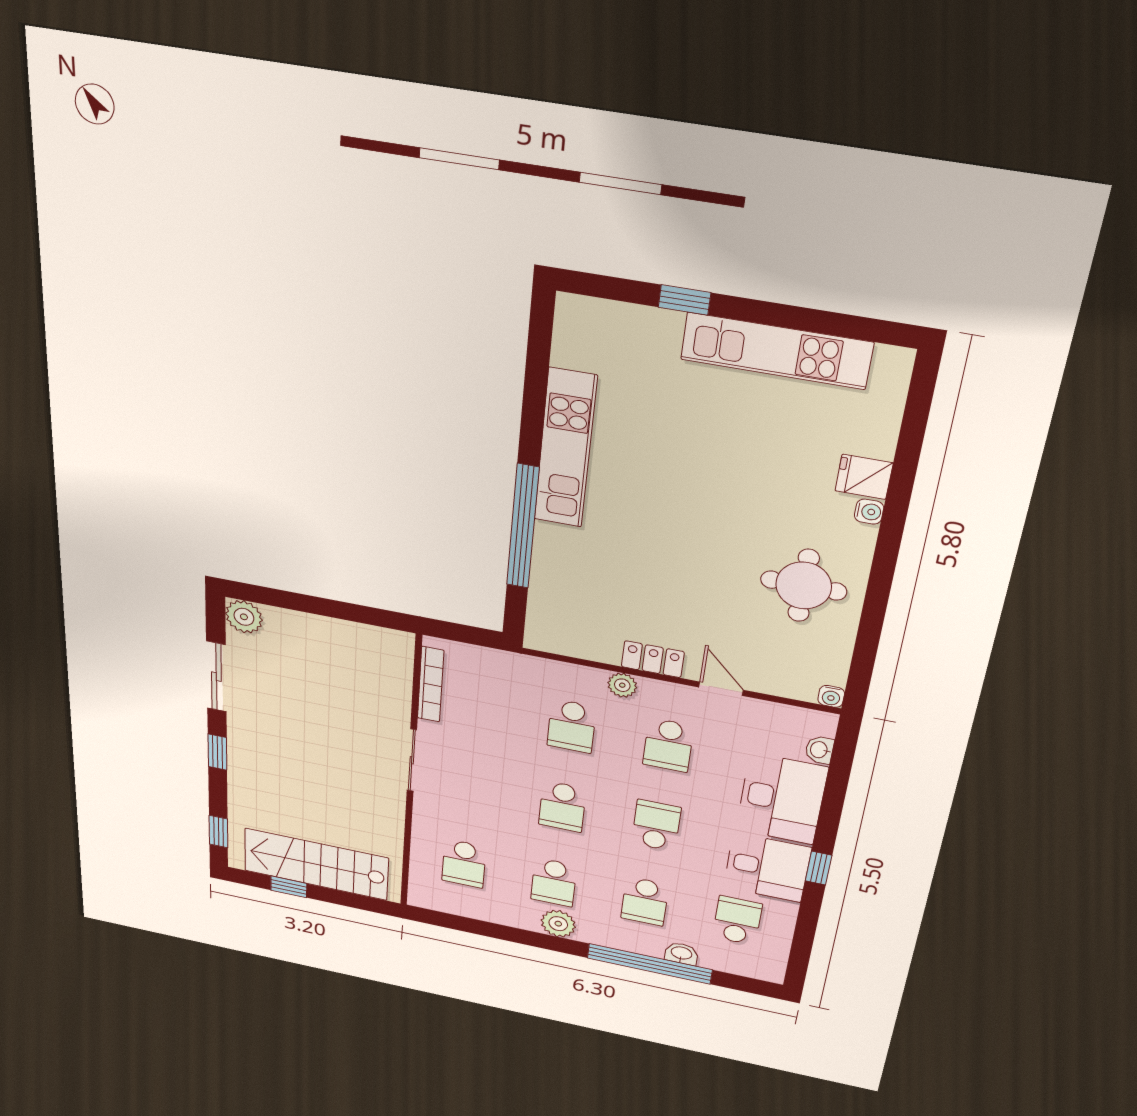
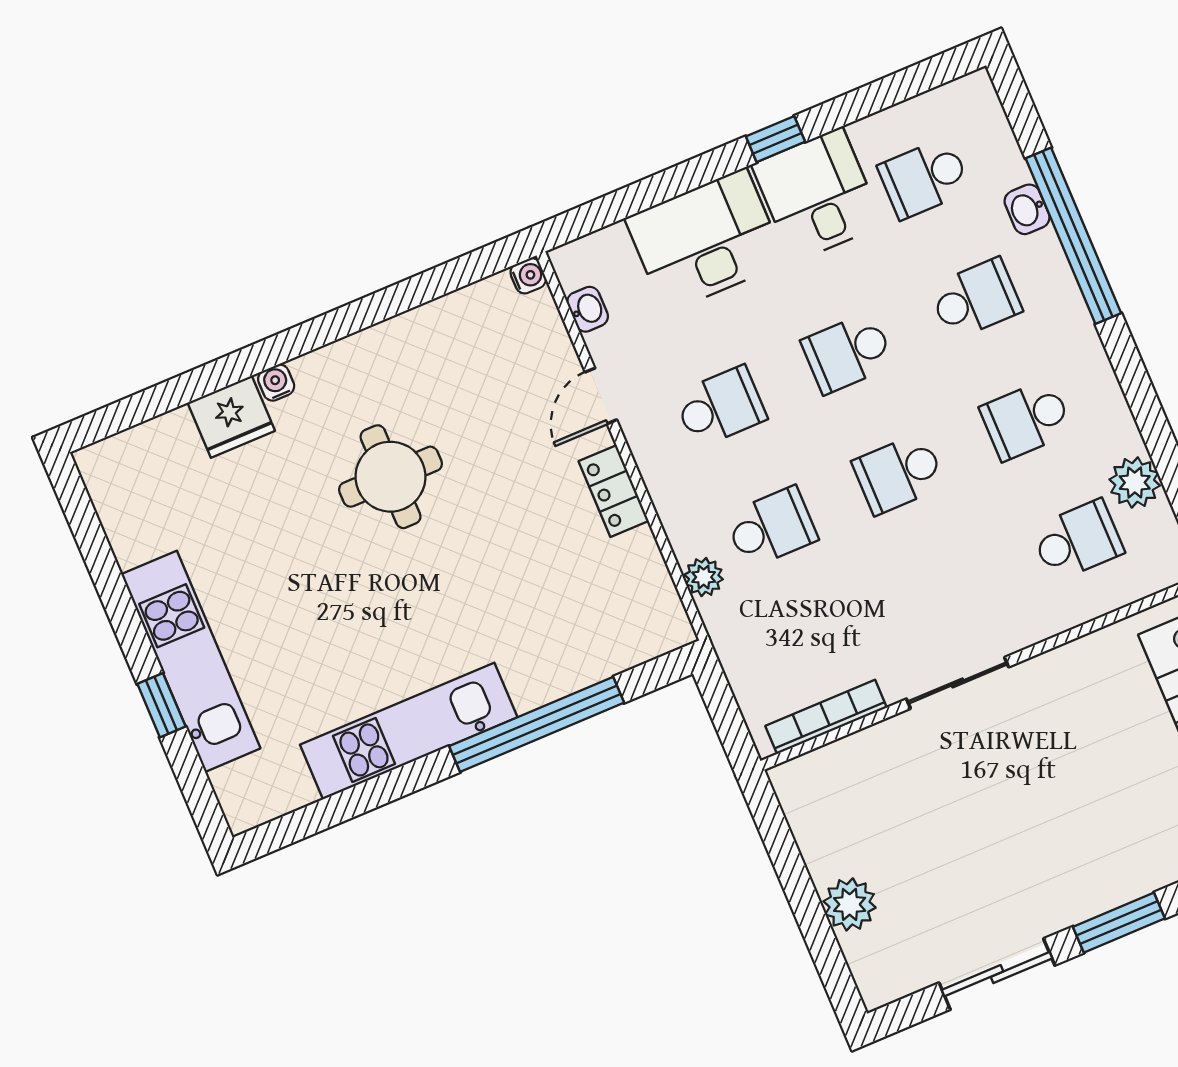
kitchen unit: (776, 351) -> (191, 661), moved
fridge: (864, 477) -> (231, 417), width x1.38
round table: (804, 585) -> (391, 477), moved
plant: (244, 617) -> (850, 904), moved
plant: (622, 685) -> (704, 577), moved
washbasin: (819, 750) -> (588, 309), moved, turned -90
window: (217, 752) -> (1119, 923), width x1.50
school desk: (562, 806) -> (899, 474), turned 180
school desk: (554, 882) -> (1026, 420), turned 180
plant: (558, 924) -> (1135, 483), moved

